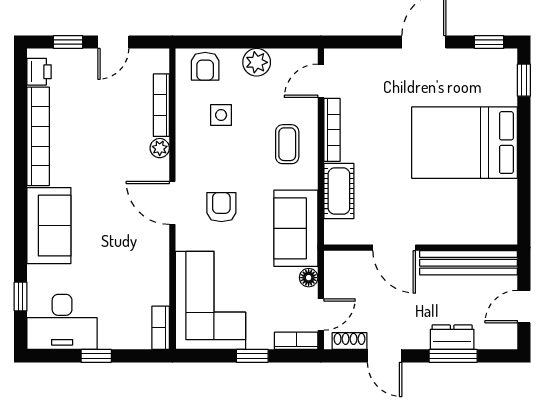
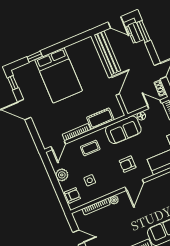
window: (524, 80) -> (35, 57), moved
door: (321, 81) -> (58, 145), hinge flipped
dresser: (452, 337) -> (135, 33), moved
window: (453, 356) -> (143, 31), moved

